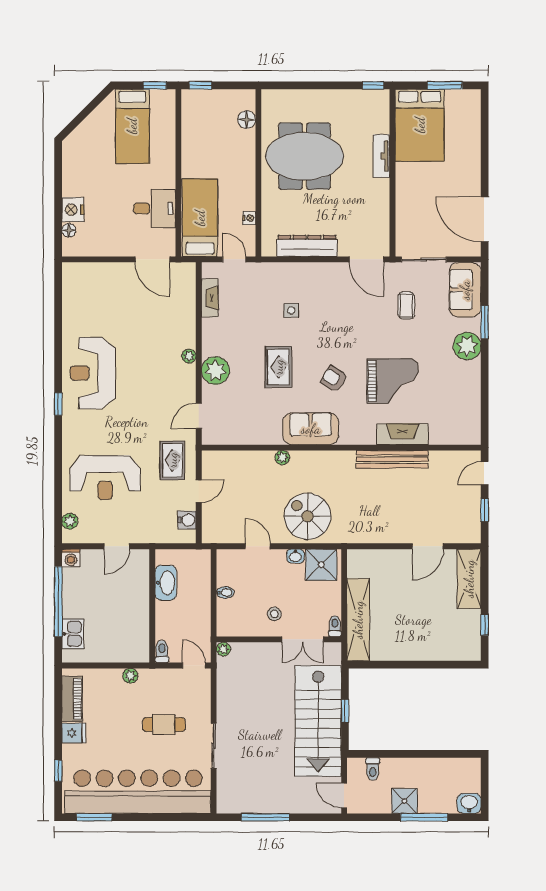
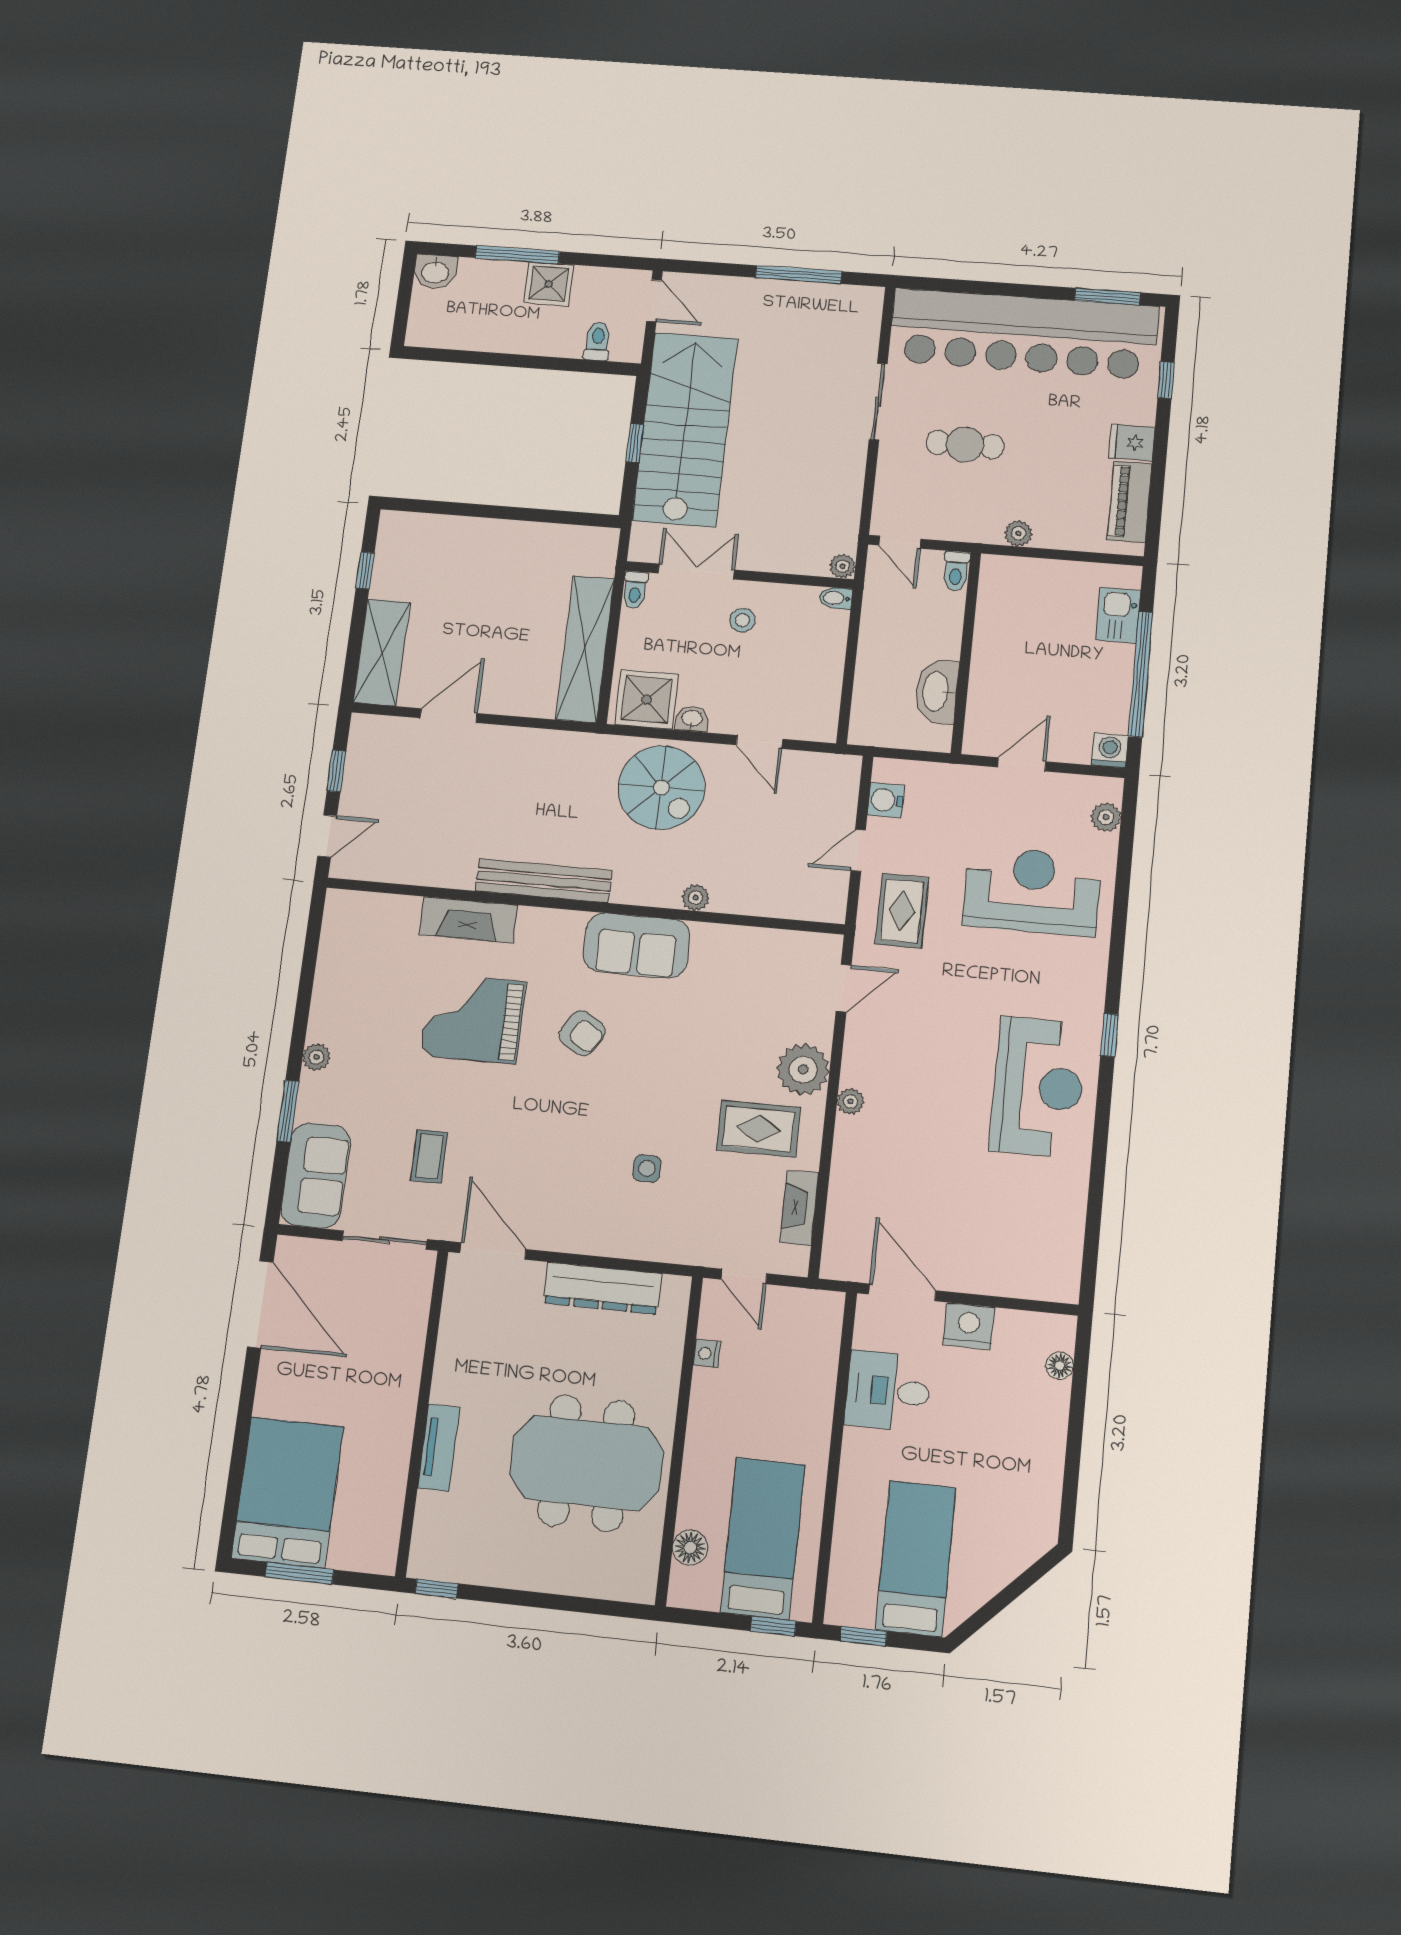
bed: (420, 125) -> (287, 1492), moved
nightstand: (73, 210) -> (969, 1326), moved, turned -90
bed: (200, 218) -> (763, 1539), moved, turned 180
plant: (467, 346) -> (316, 1057), width x0.53, depth x0.53
rug: (278, 367) -> (758, 1129), moved, turned 90
bench: (392, 459) -> (544, 881), moved
bidet: (225, 592) -> (836, 598), moved
shelving: (358, 620) -> (585, 649), moved

